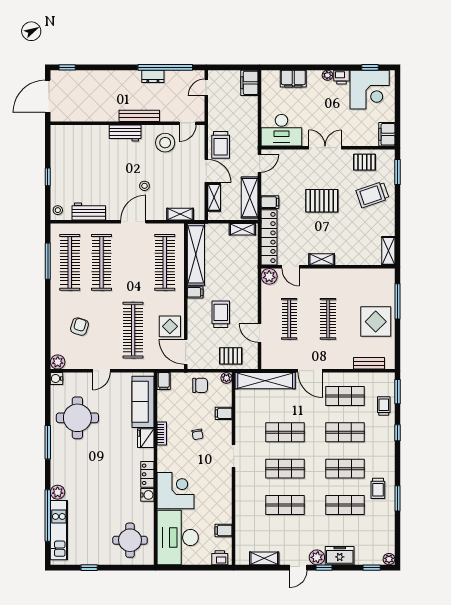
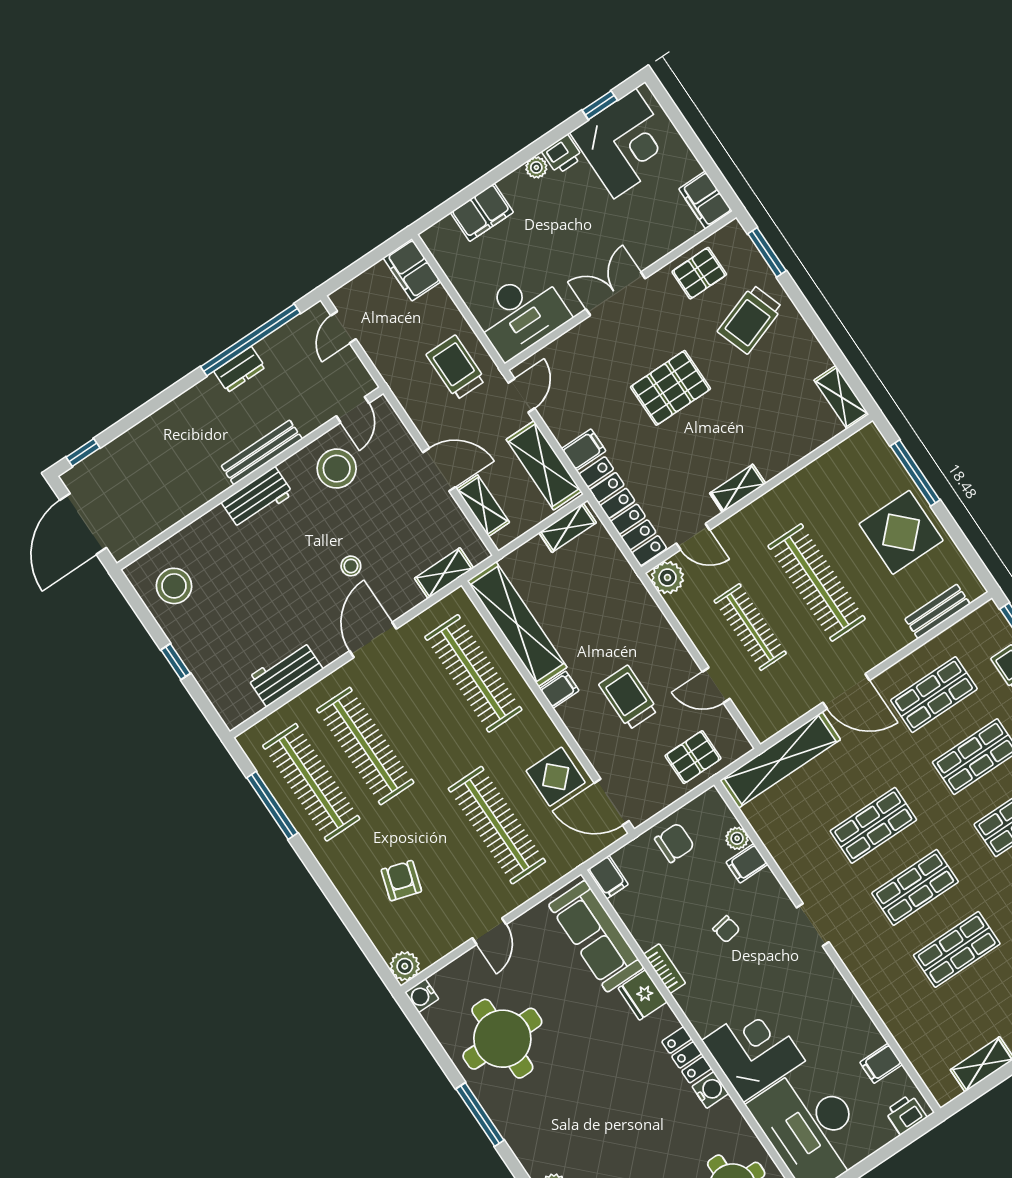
trolley: (221, 145) -> (456, 367), moved, turned 180
stool: (58, 210) -> (174, 586), moved, width x1.89, depth x1.89
clothes rail: (328, 319) -> (817, 582), width x1.37, depth x1.31
plant: (226, 378) -> (737, 838), moved

